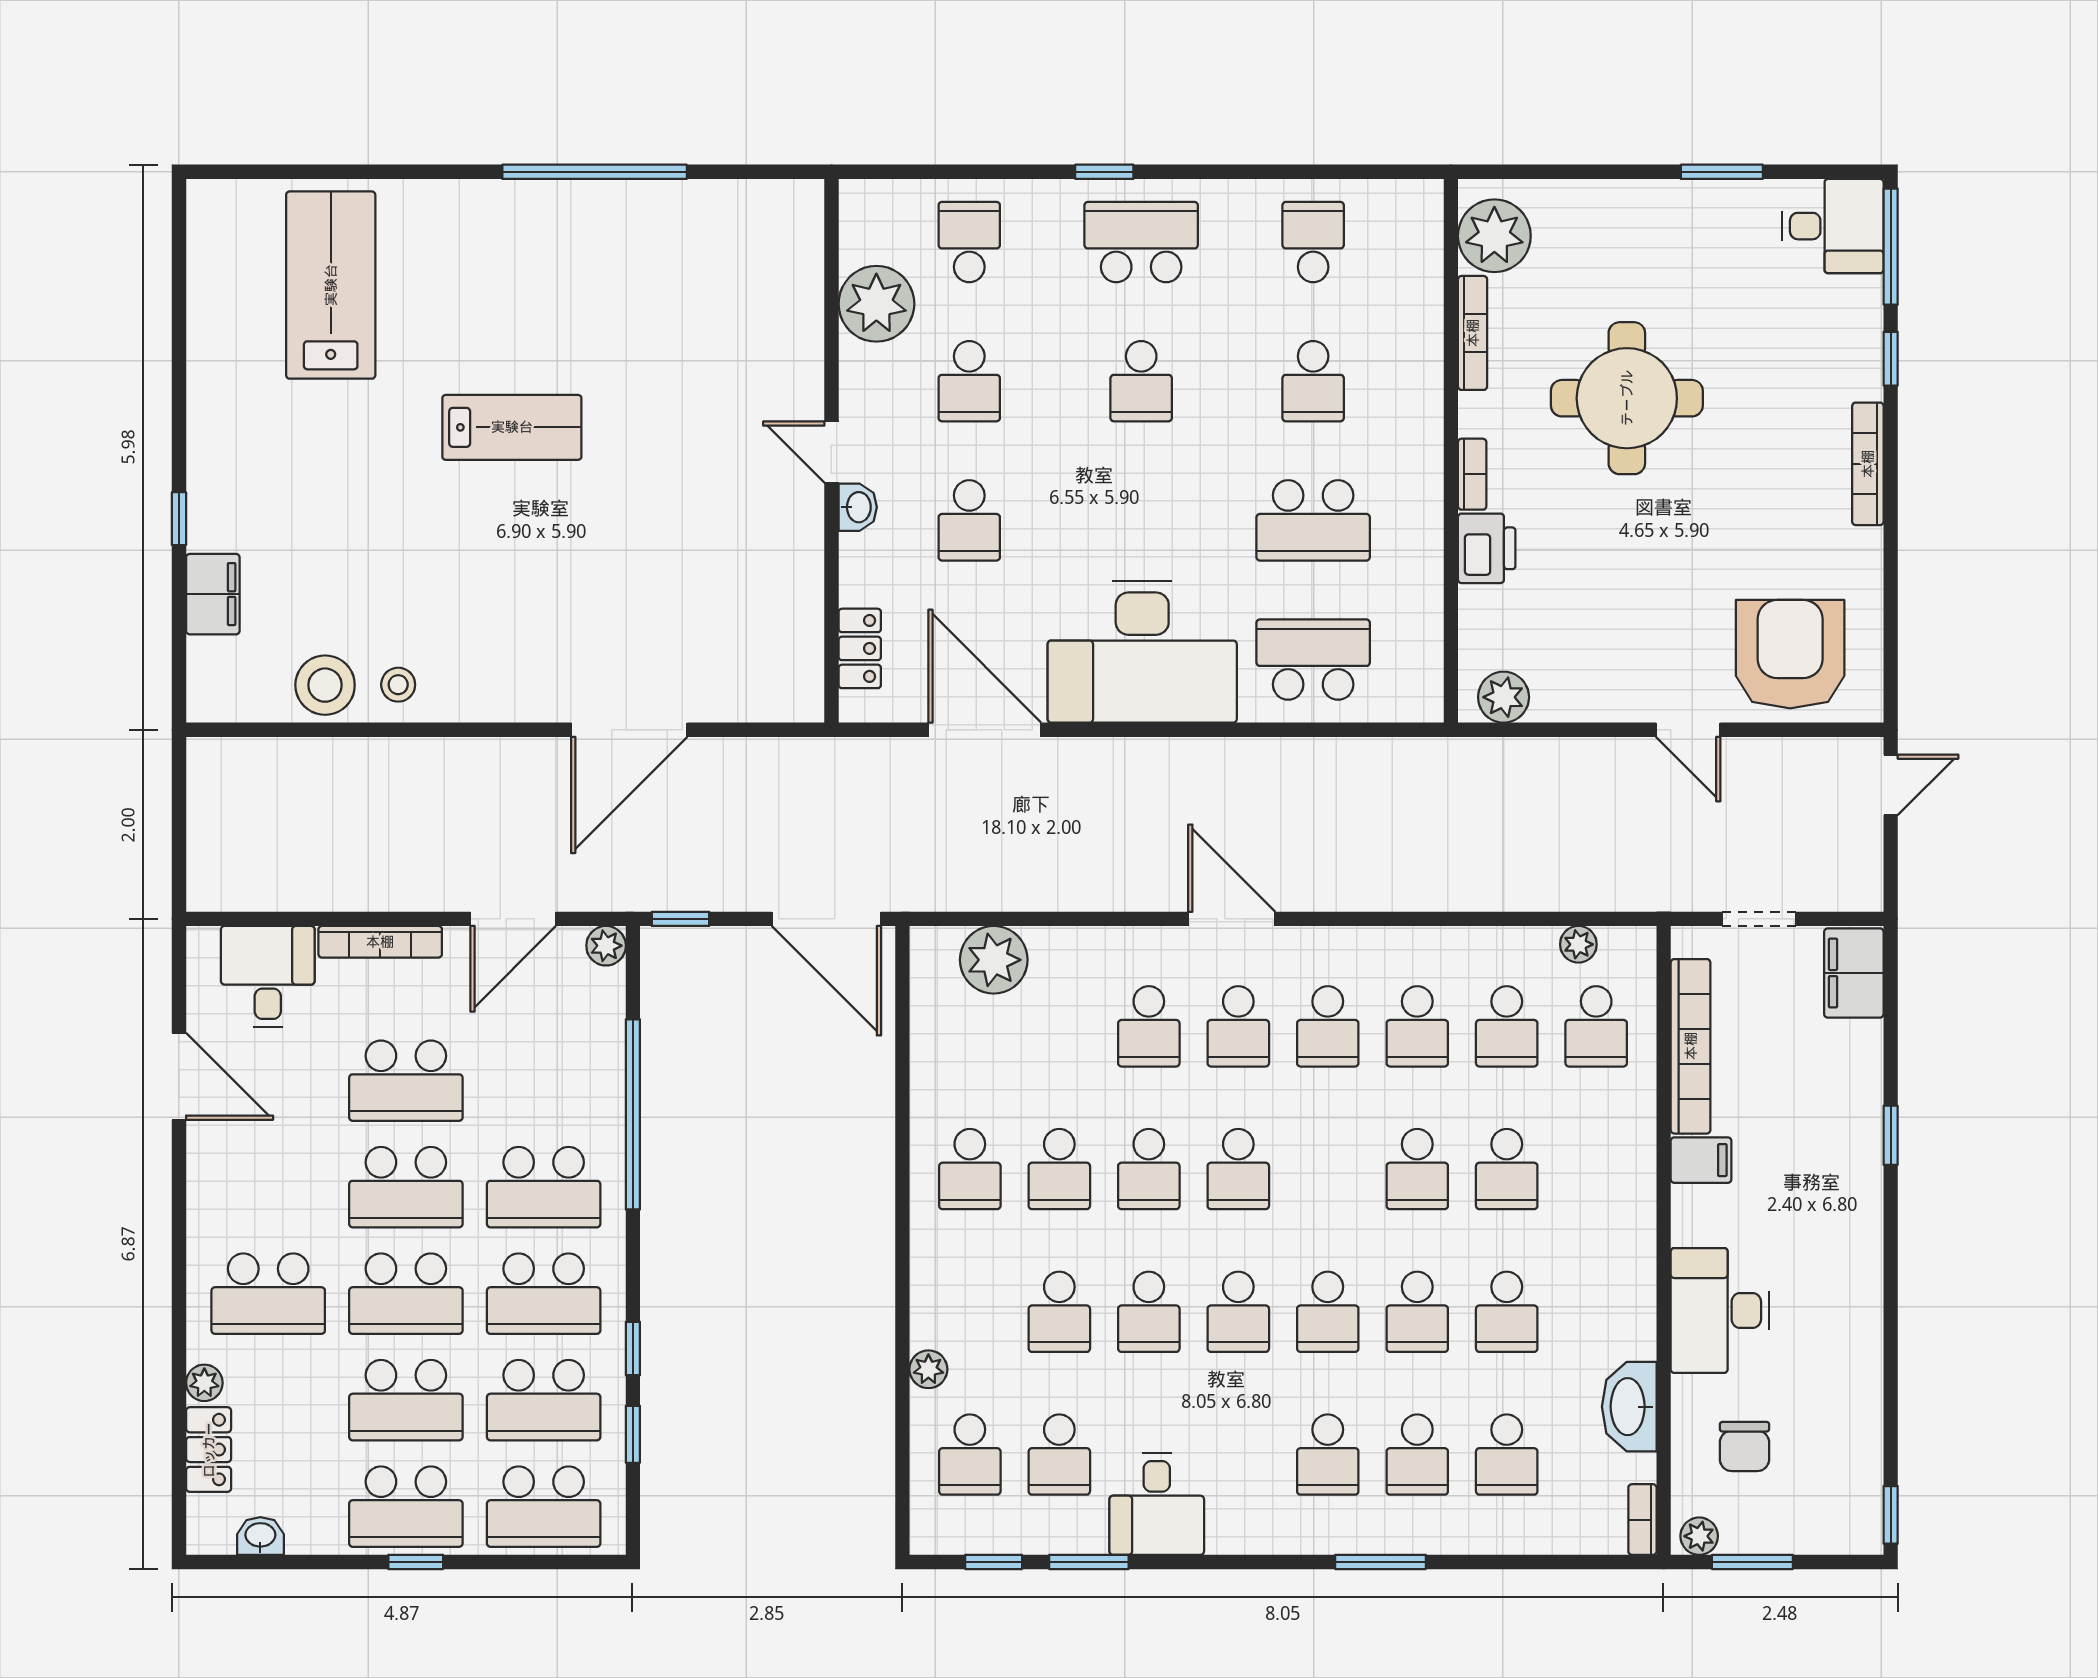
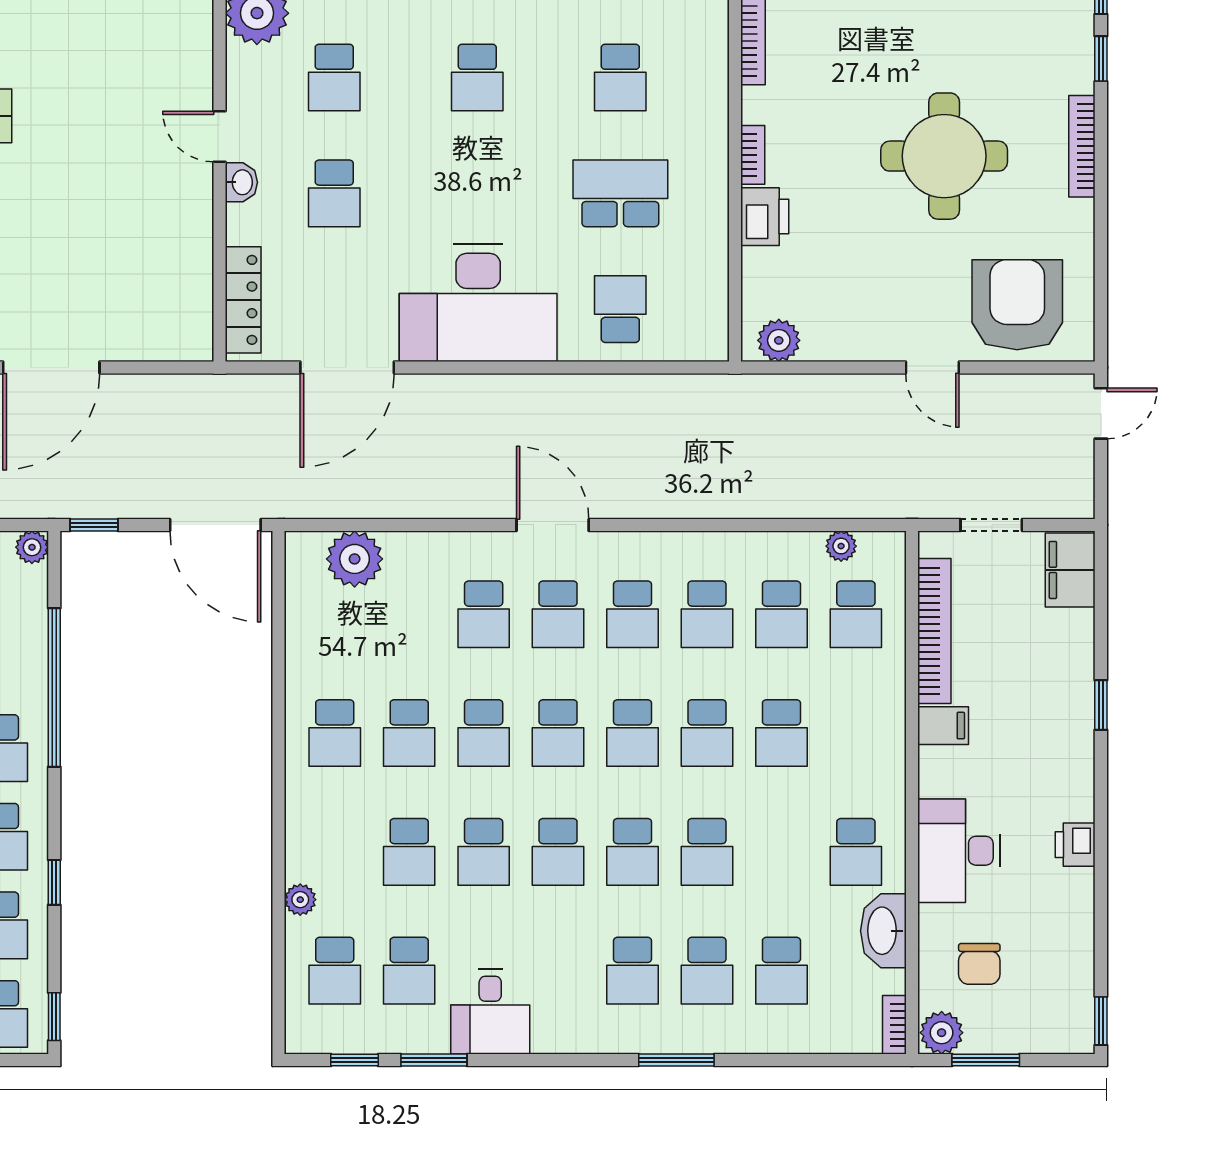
round table: (1627, 398) -> (944, 156), moved
school desk: (1313, 520) -> (620, 193), turned 180
locker: (860, 648) -> (243, 300), width x1.53
school desk: (1313, 660) -> (620, 309), width x0.54
door: (985, 730) -> (347, 368), swing flipped
school desk: (1328, 1169) -> (633, 733), added
printer: (1860, 1303) -> (1075, 845), added
school desk: (1507, 1312) -> (856, 852), moved
window: (633, 1434) -> (54, 1017), moved
plant: (1699, 1536) -> (942, 1033), width x1.38, depth x1.38

